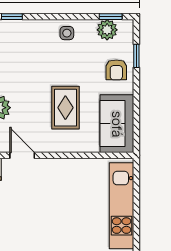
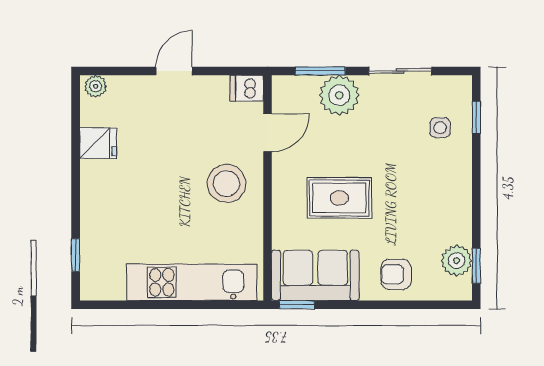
side table: (67, 33) -> (440, 128), moved
window: (136, 56) -> (297, 305), moved
stool: (56, 183) -> (226, 184), added

